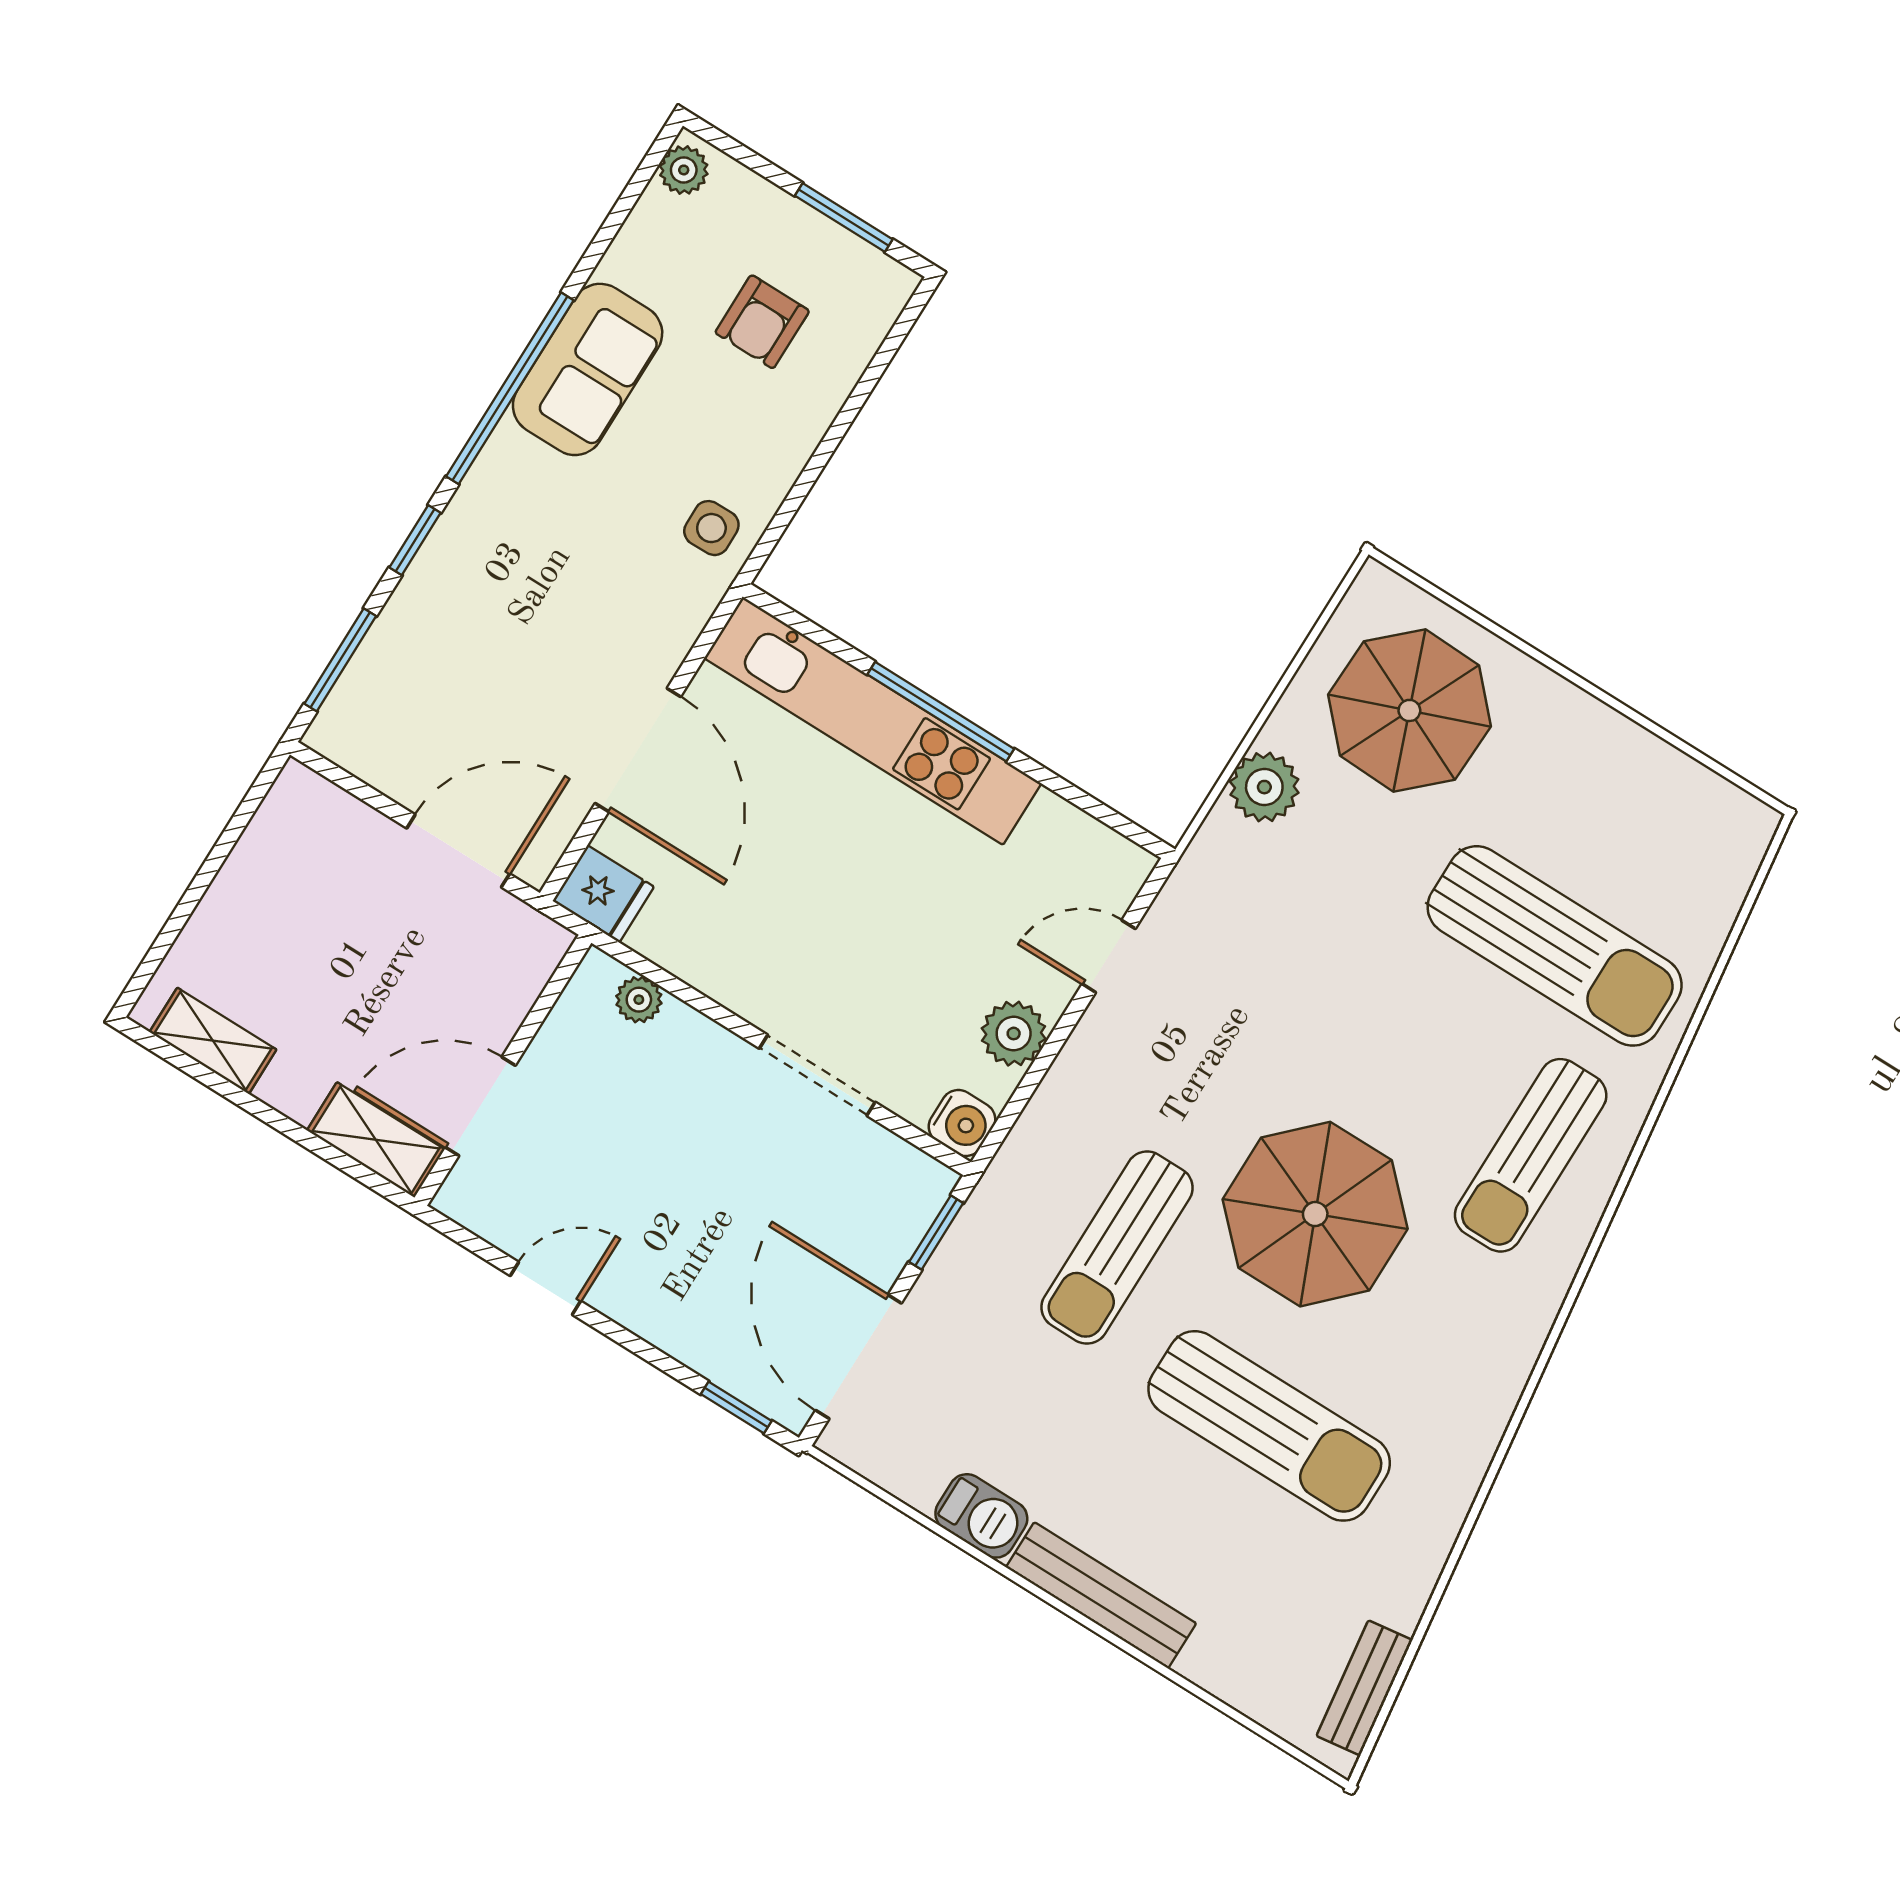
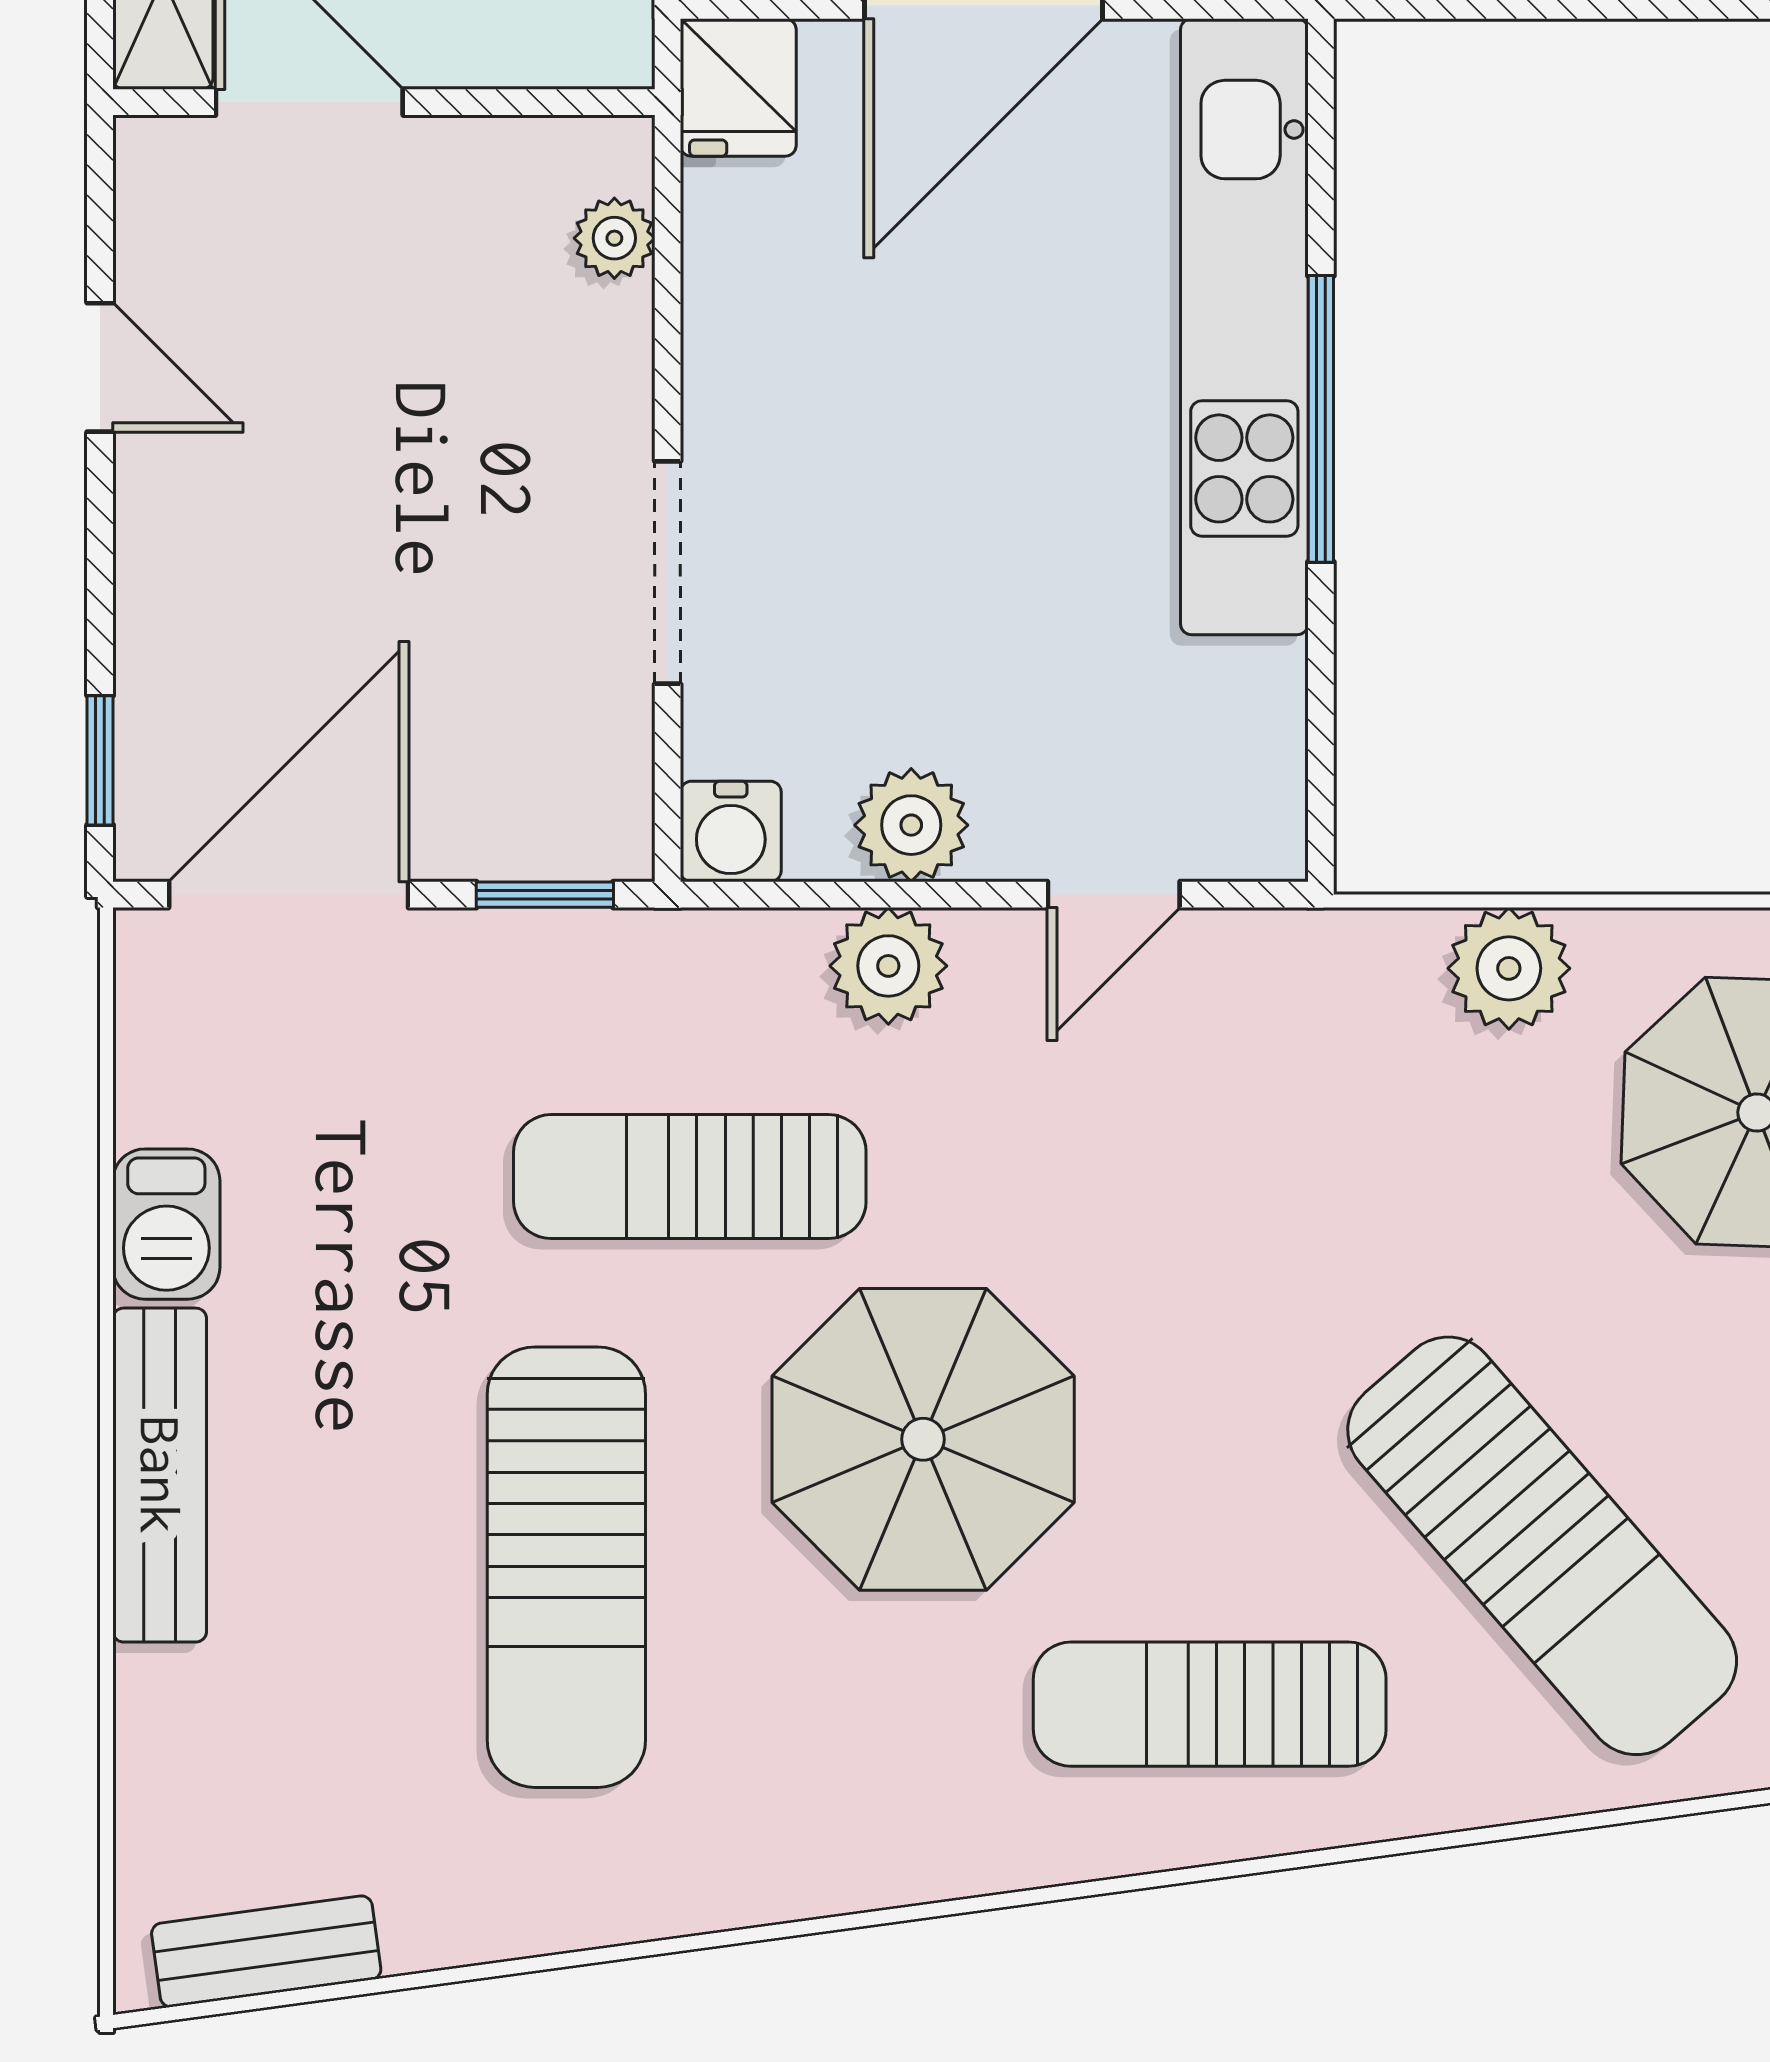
sun lounger: (1555, 946) -> (1542, 1546), turned -41
door: (1109, 956) -> (1114, 895), swing flipped
plant: (1075, 1087) -> (888, 966), added

